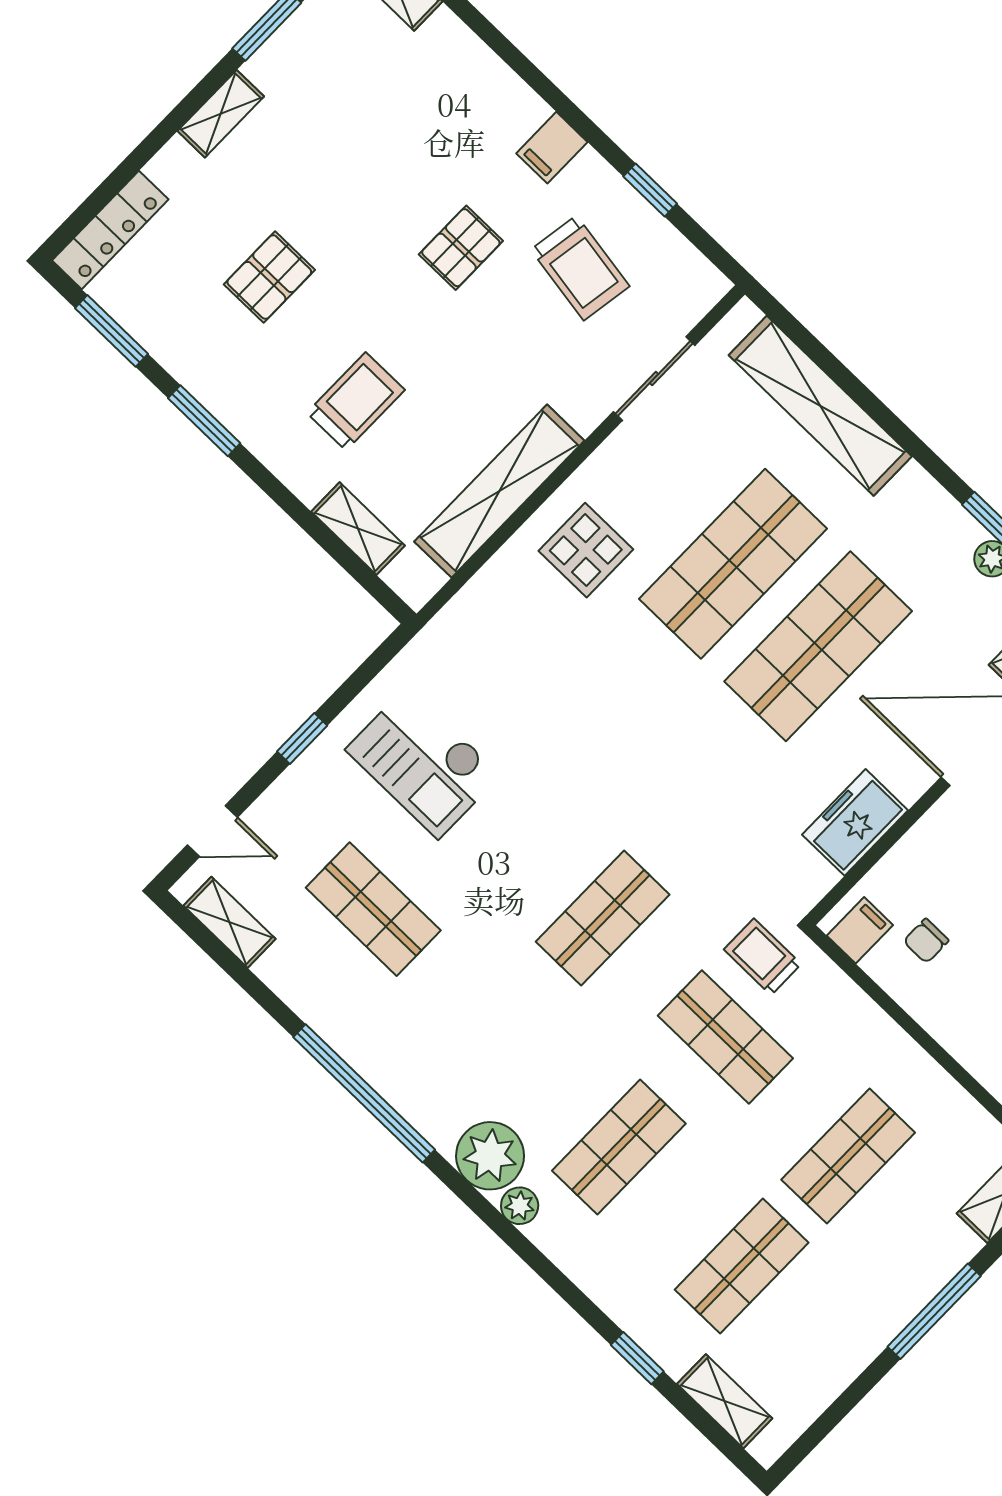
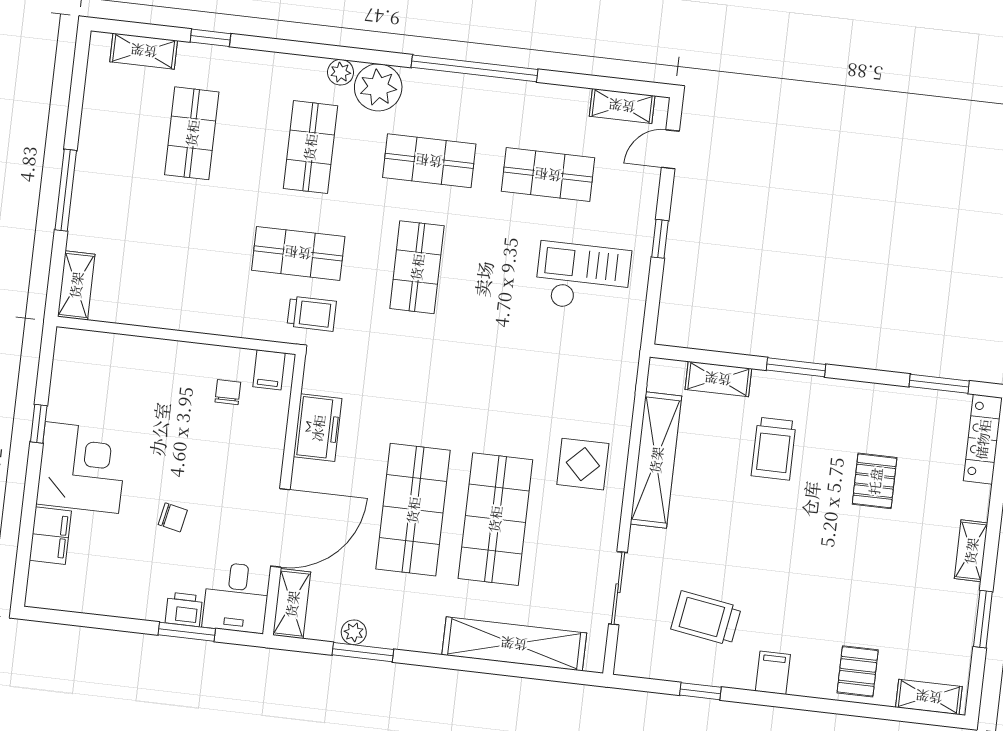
pallet: (461, 248) -> (858, 671), moved
window: (204, 421) -> (796, 367), moved
shop shelf: (848, 1156) -> (429, 161), moved, turned 90

